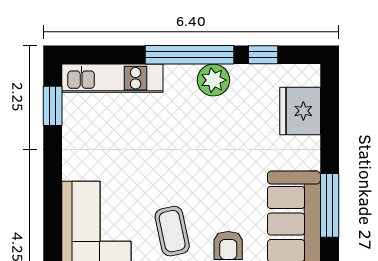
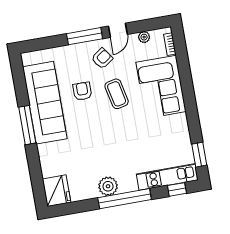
window: (263, 55) -> (177, 189), moved
fridge: (300, 111) -> (57, 191), moved

